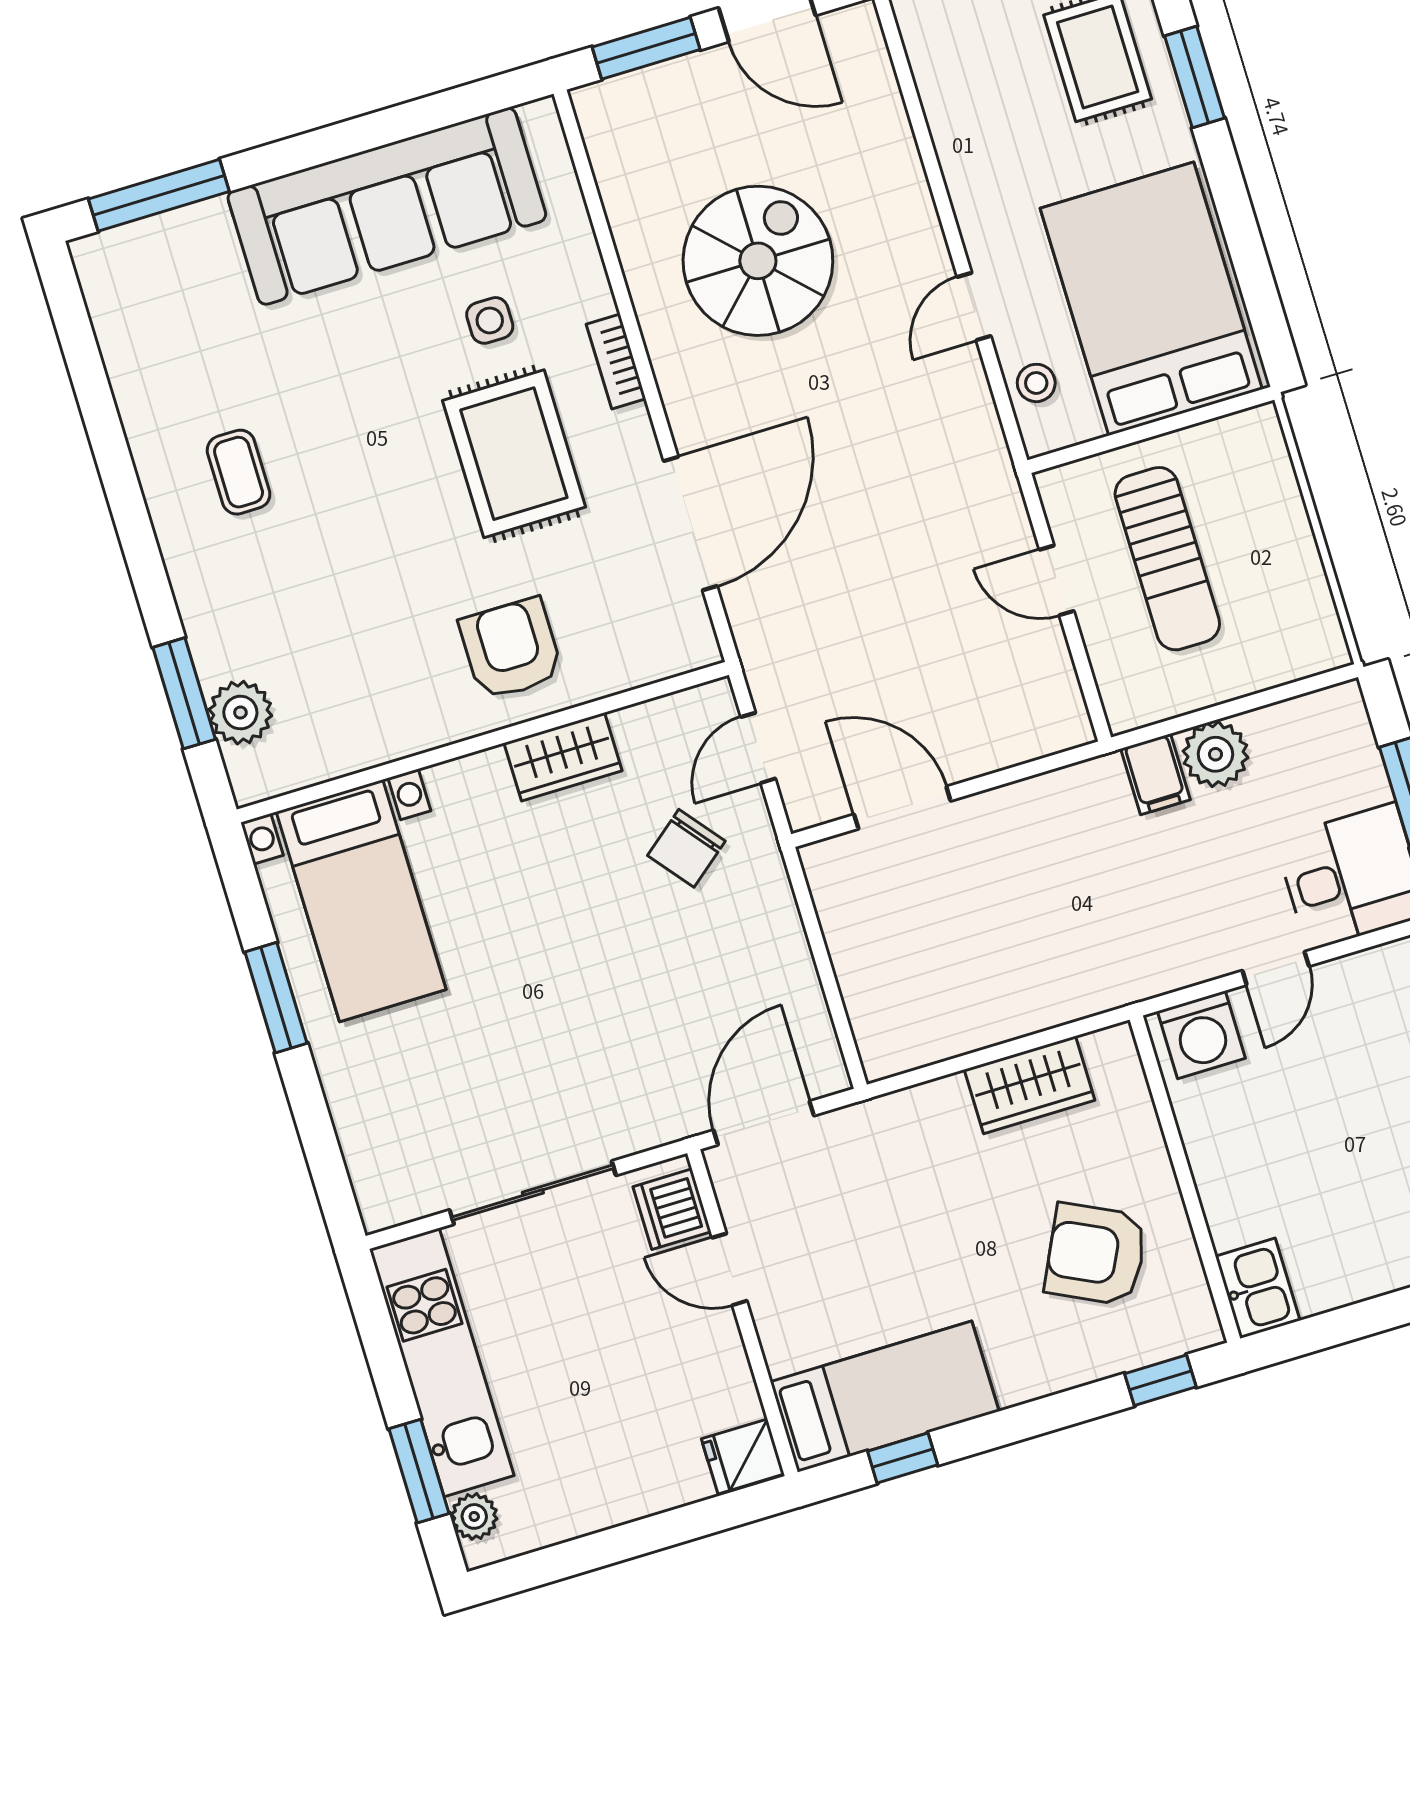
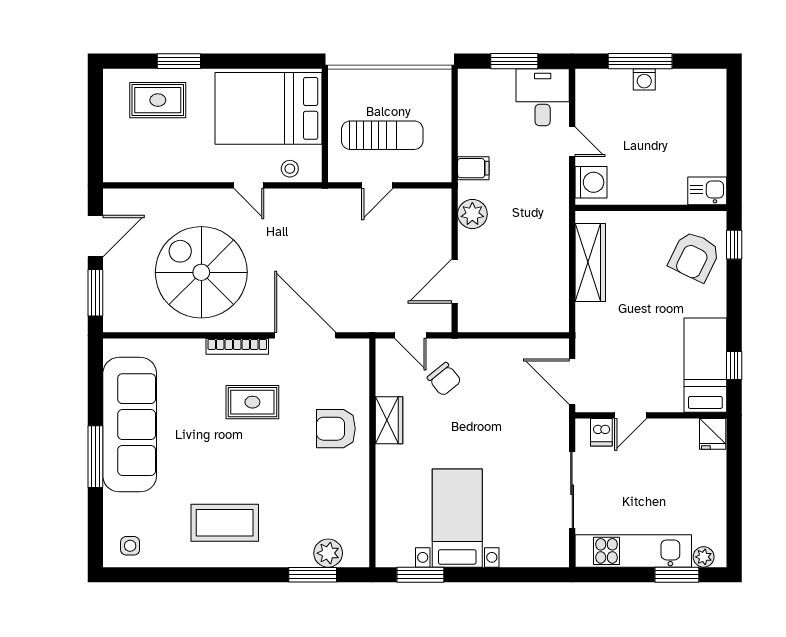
window: (159, 195) -> (95, 457), moved
spiral stairs: (758, 261) -> (201, 272), width x1.37, depth x1.37
side table: (490, 320) -> (130, 546), moved
bookcase: (616, 361) -> (237, 346), width x1.56
rug: (514, 454) -> (252, 402), width x0.73, depth x0.70
coffee table: (239, 472) -> (225, 523), width x1.86, depth x1.72
plant: (1215, 754) -> (472, 214), moved
bed with nightstands: (361, 901) -> (457, 518), moved, turned -90
window: (276, 998) -> (420, 575), moved
wardrobe: (1030, 1085) -> (590, 263), width x1.50
dishwasher: (672, 1209) -> (601, 432), width x0.73
armchair: (1096, 1254) -> (694, 256), moved

